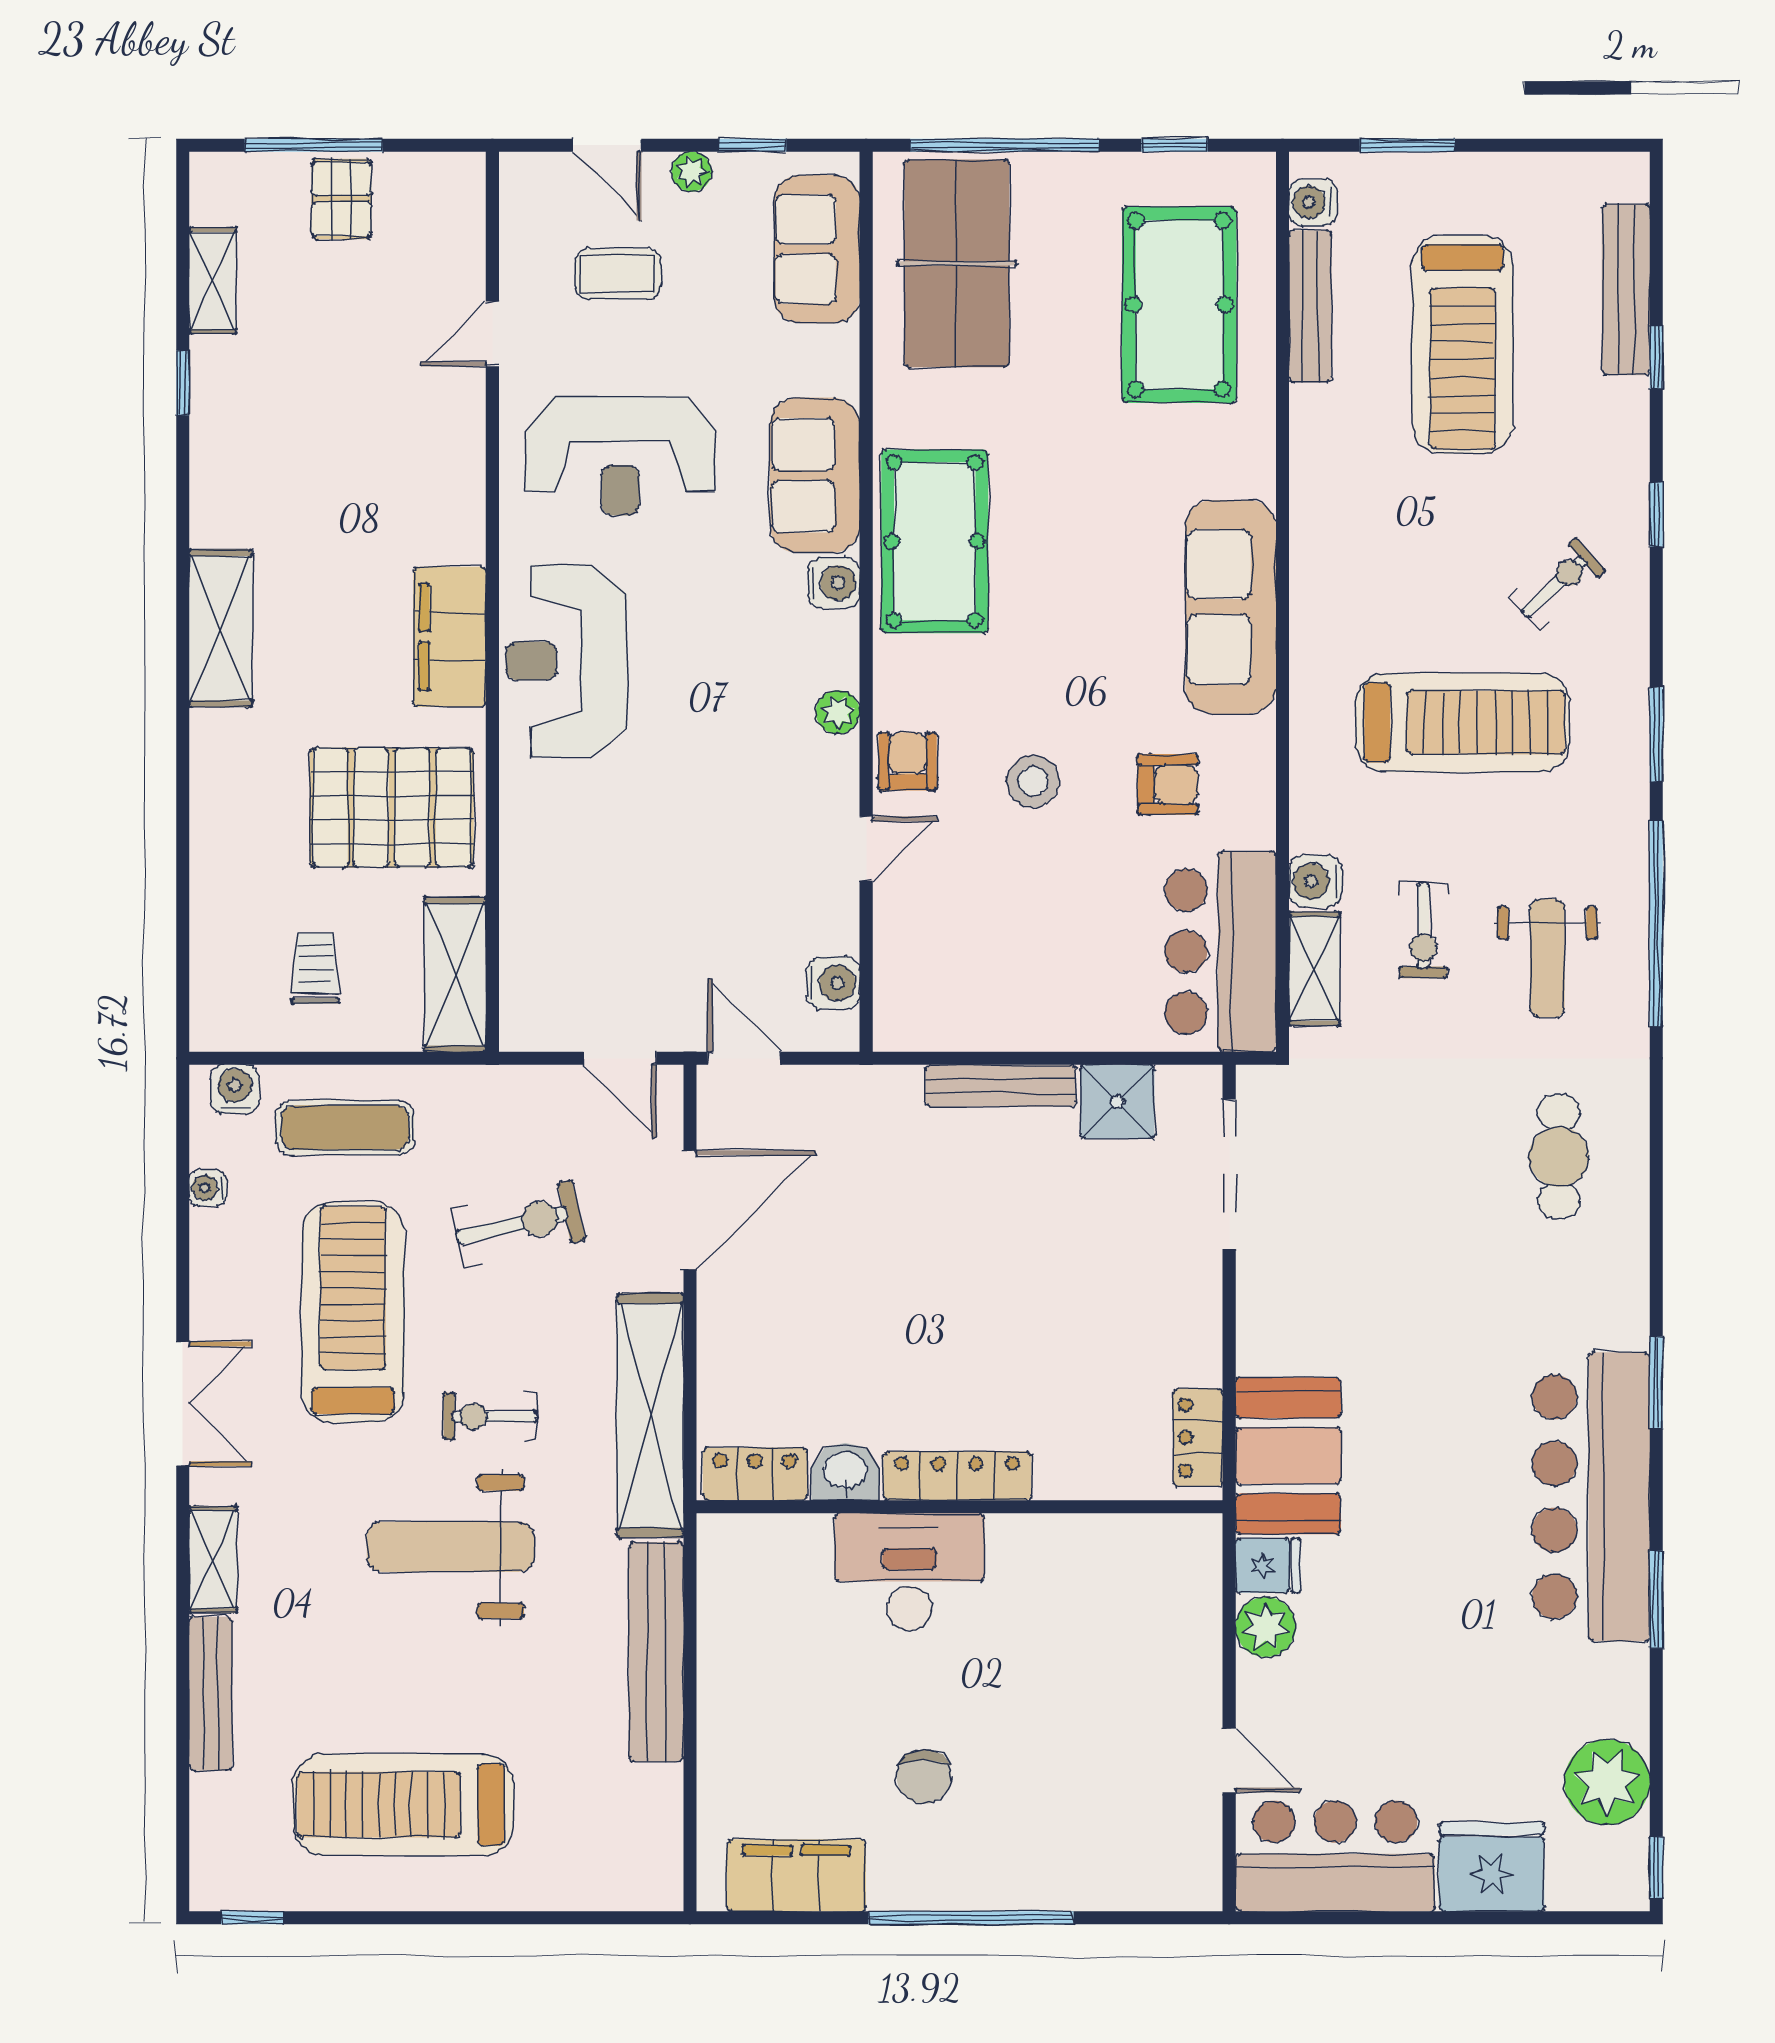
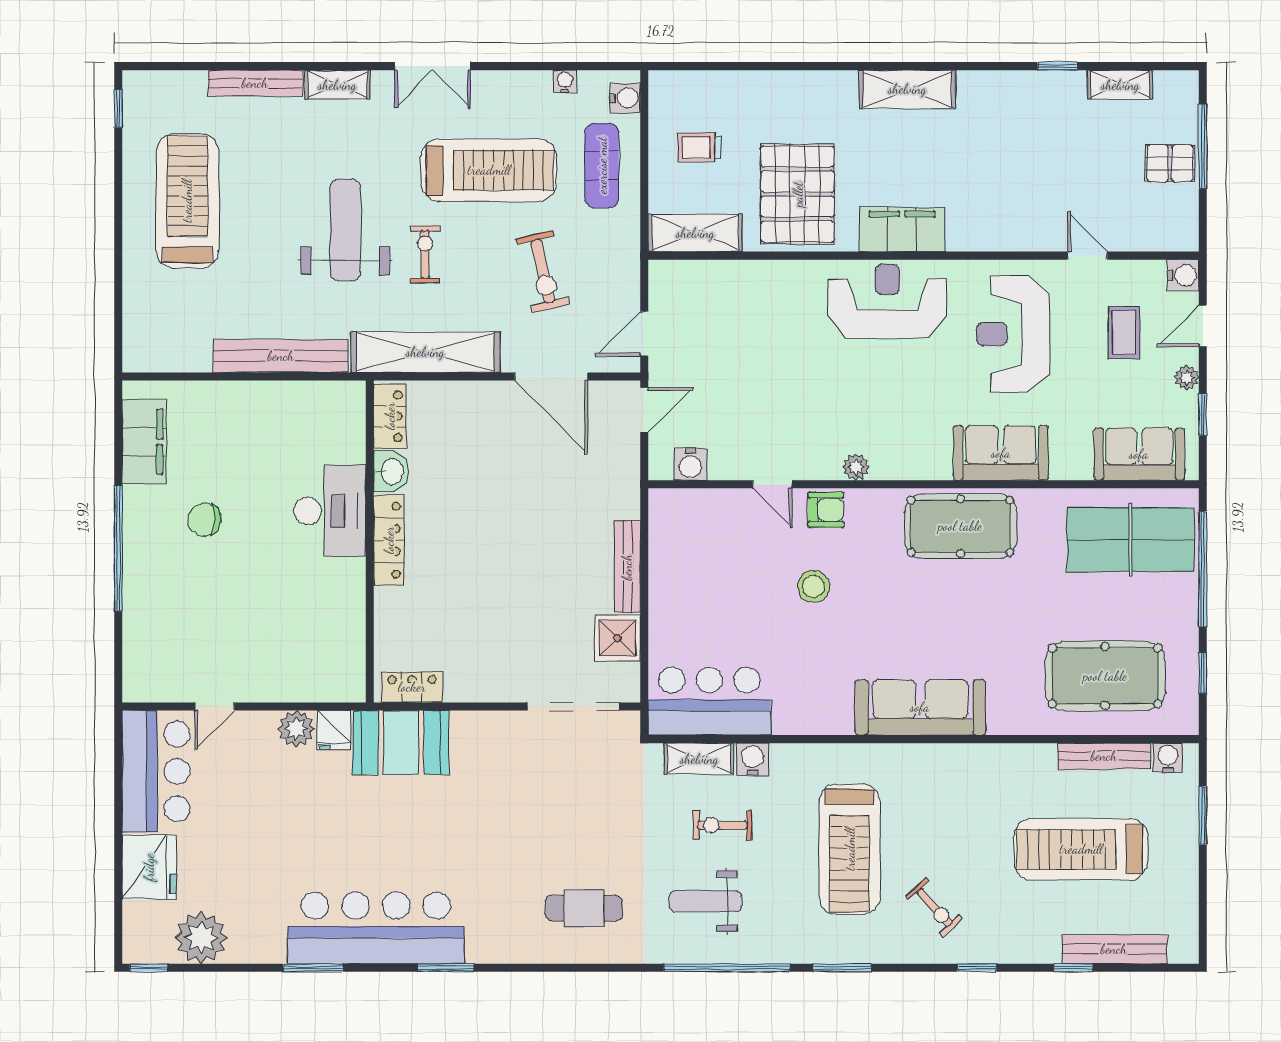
water cooler: (834, 583) -> (1183, 275), moved, turned -90
armchair: (1168, 784) -> (812, 669), removed
trolley: (315, 968) -> (699, 147), turned 180

